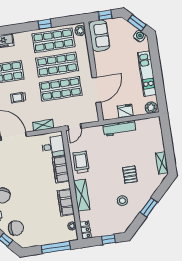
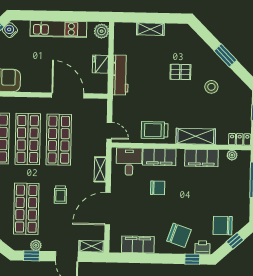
shelving: (162, 163) -> (150, 29), moved
chair: (36, 172) -> (158, 188), added
chair: (16, 228) -> (223, 226), turned -90

